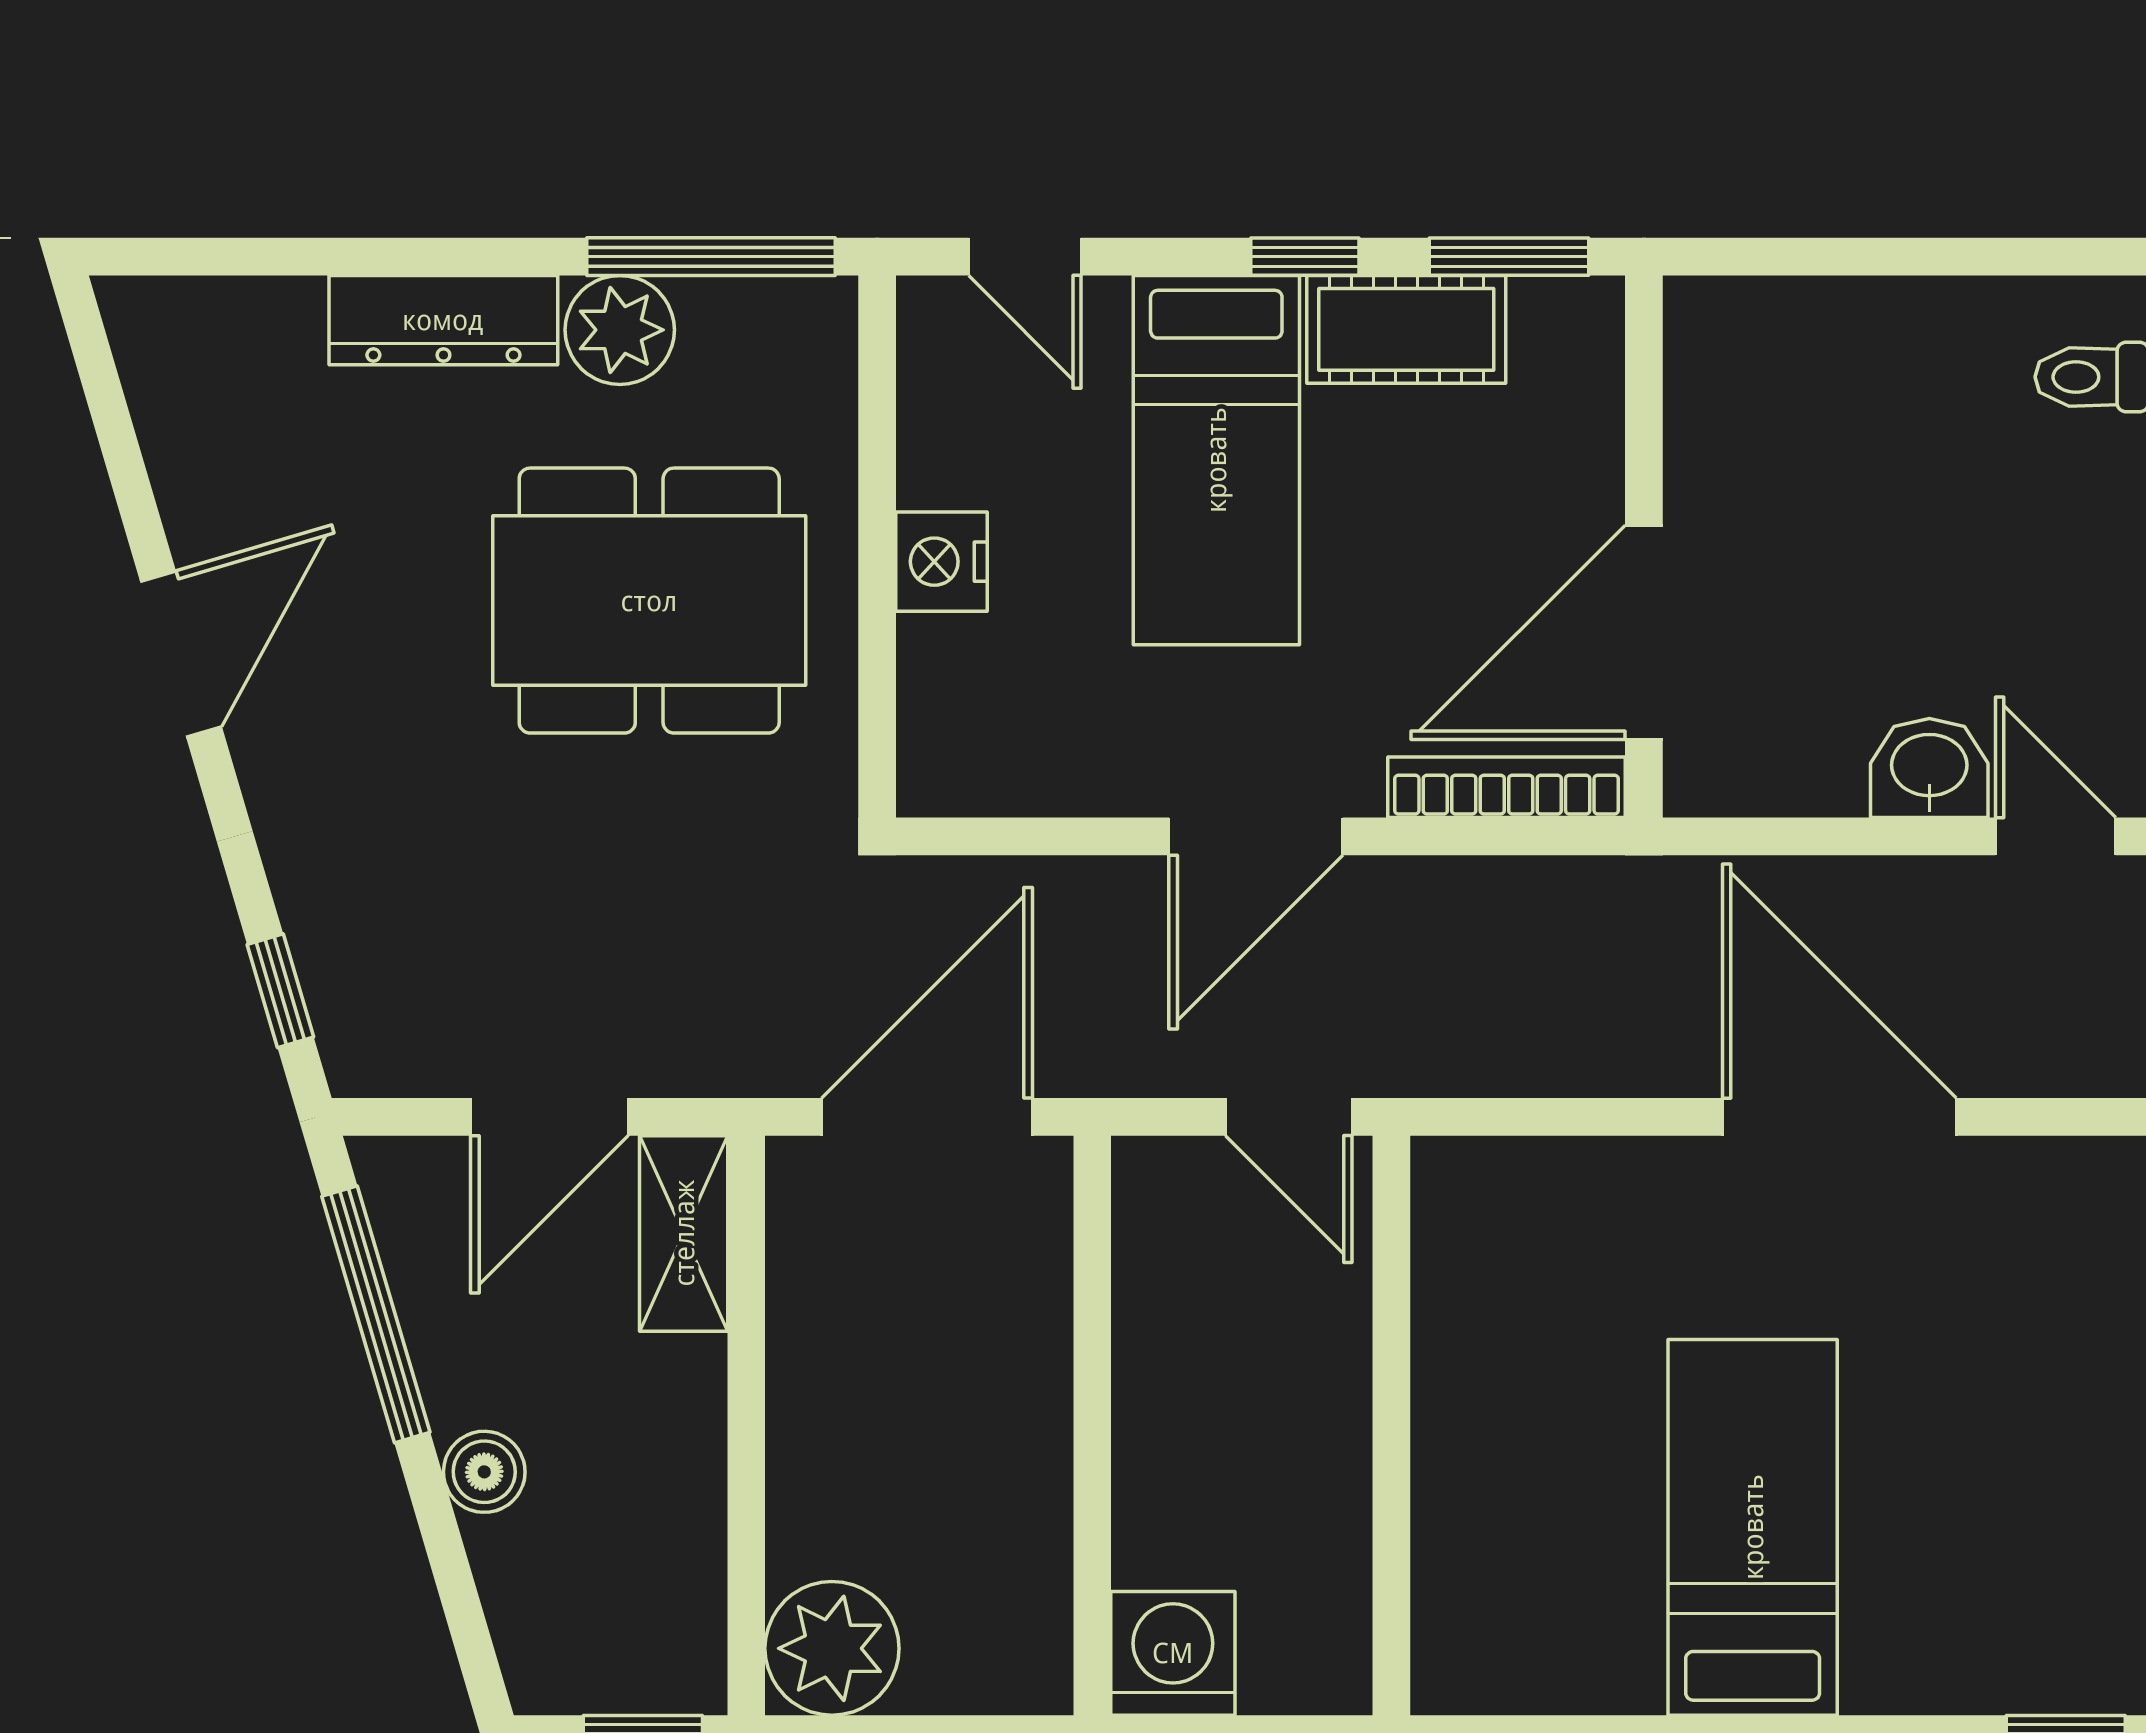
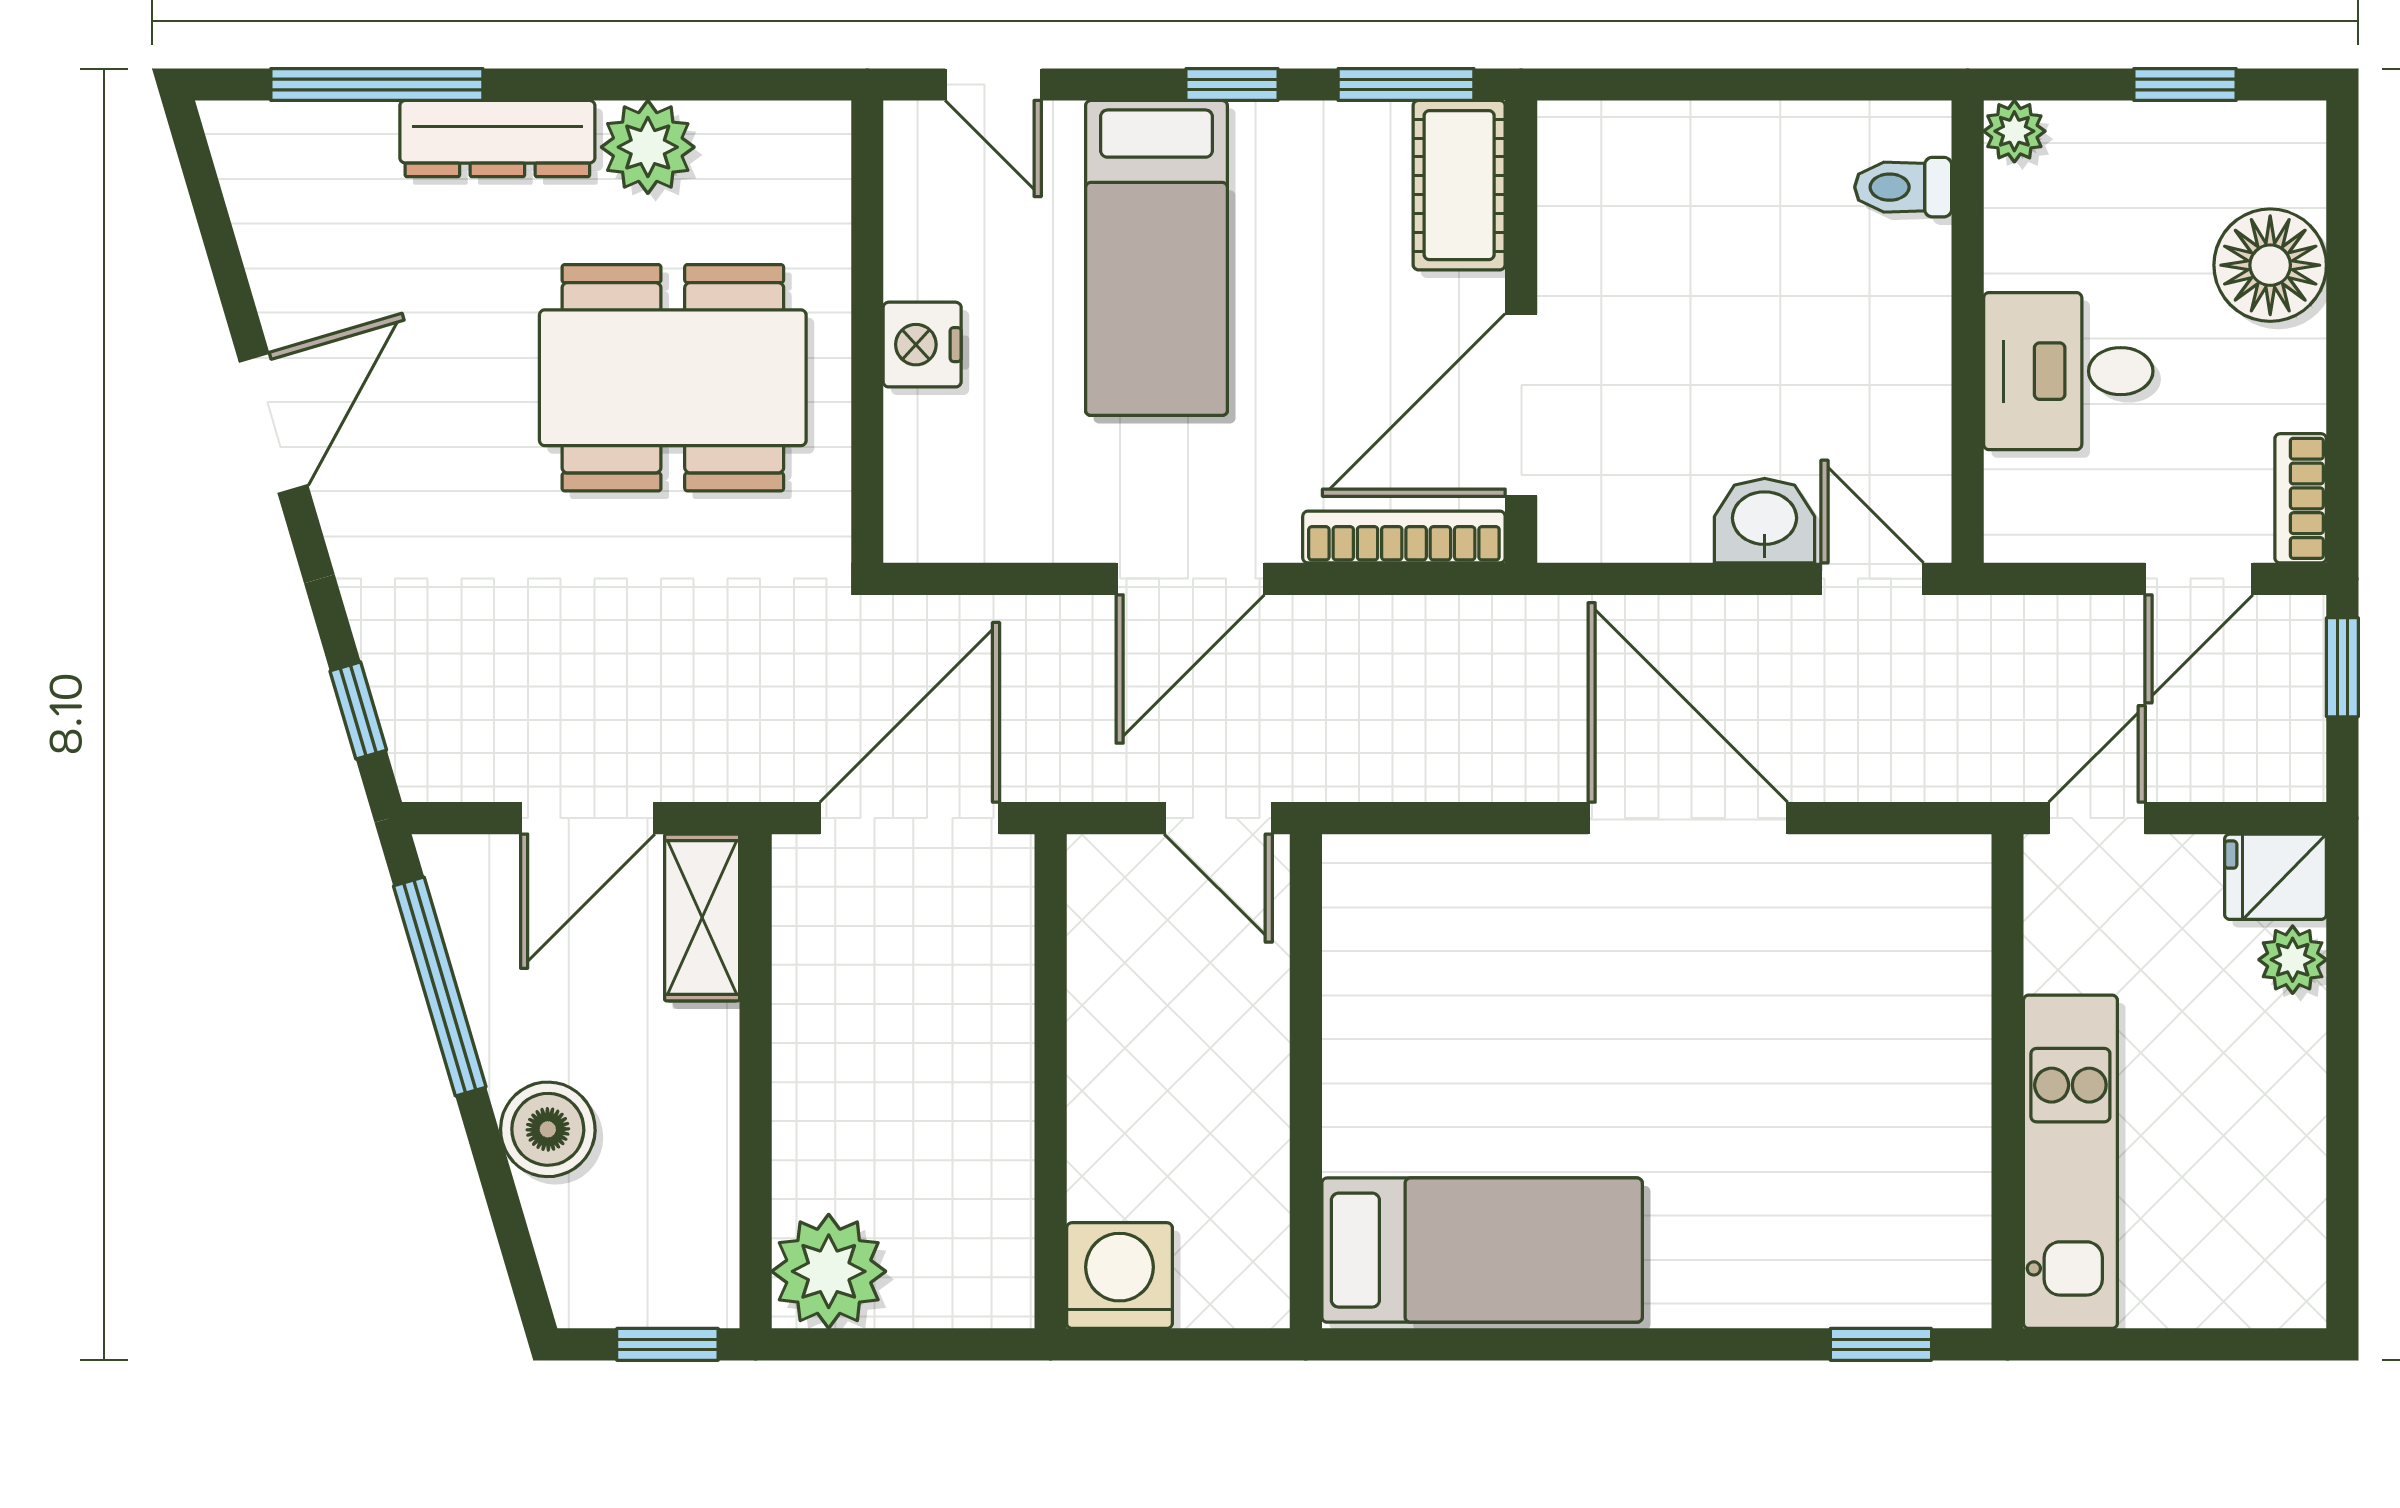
window: (711, 257) -> (377, 85), moved
cot: (1406, 329) -> (1459, 185), moved, turned 90
boiler: (484, 1472) -> (548, 1129), width x1.36, depth x1.36
bed: (1753, 1527) -> (1482, 1250), moved, turned 90

